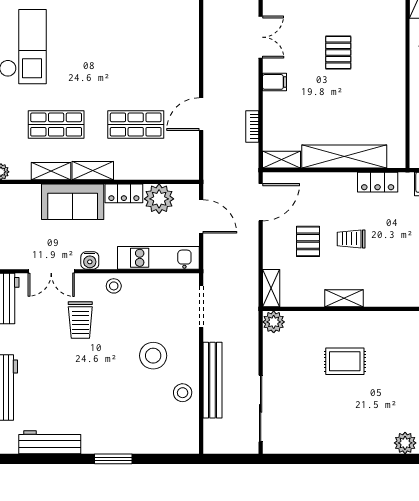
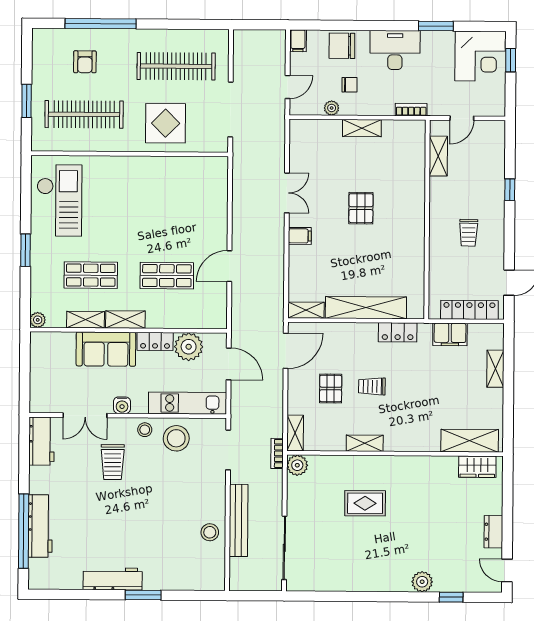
bookcase: (252, 126) -> (277, 453), moved
stool: (153, 356) -> (176, 438), moved
workbench: (50, 442) -> (113, 579), moved

